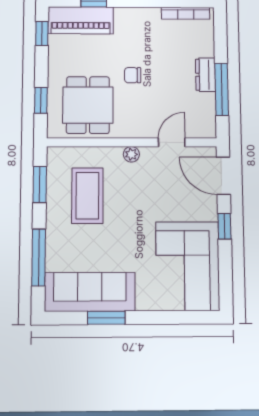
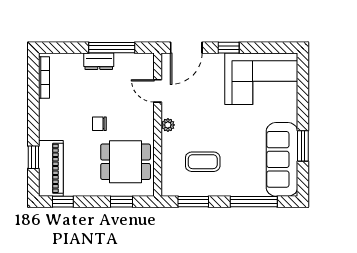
chair: (133, 75) -> (99, 124), turned 90
coffee table: (87, 196) -> (203, 162), width x0.73, depth x0.76

